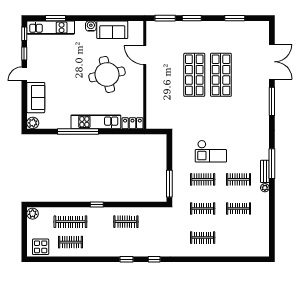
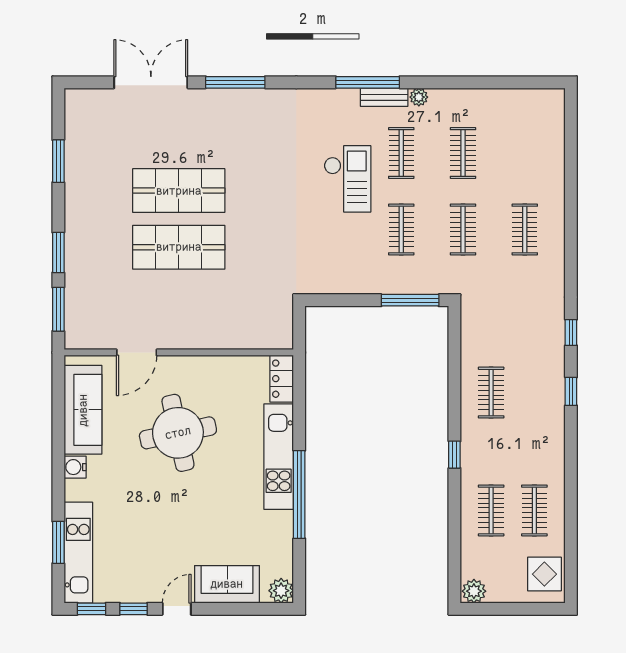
sofa: (112, 30) -> (83, 410), width x1.36
door: (24, 74) -> (177, 609), swing flipped
checkout: (211, 151) -> (347, 179), moved
clothes rail: (70, 222) -> (491, 510), width x0.73

